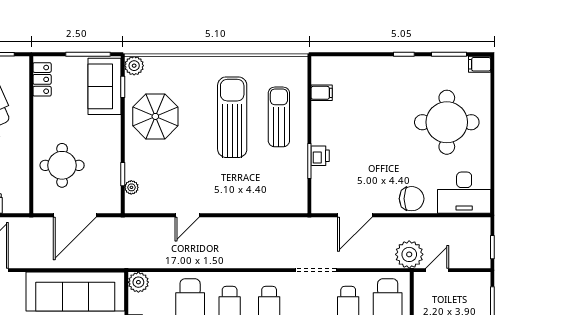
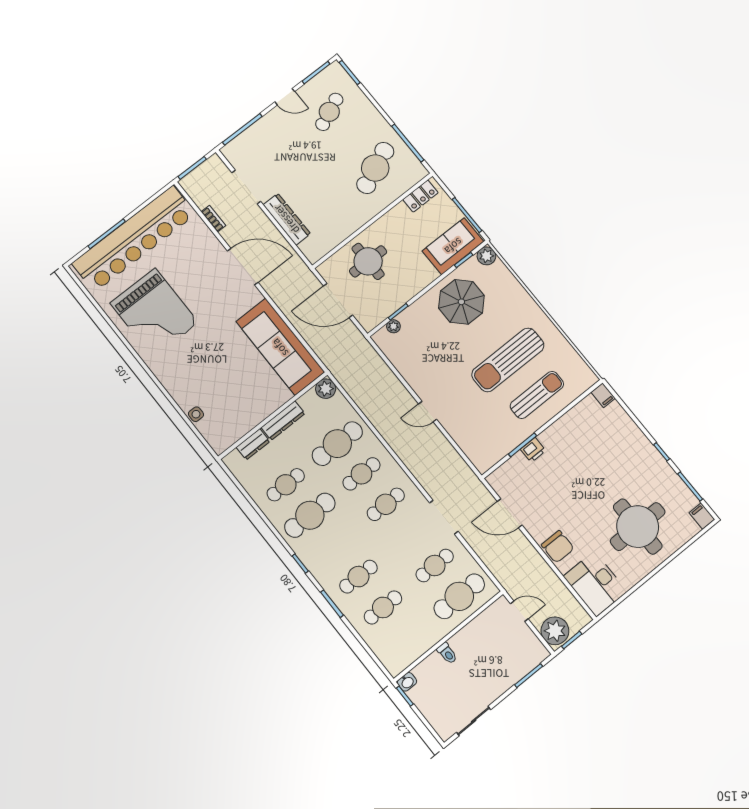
filing cabinet: (322, 93) -> (603, 395), moved
sun lounger: (232, 117) -> (508, 360), turned 180
door: (187, 215) -> (428, 412), moved
plant: (409, 254) -> (555, 631), moved

